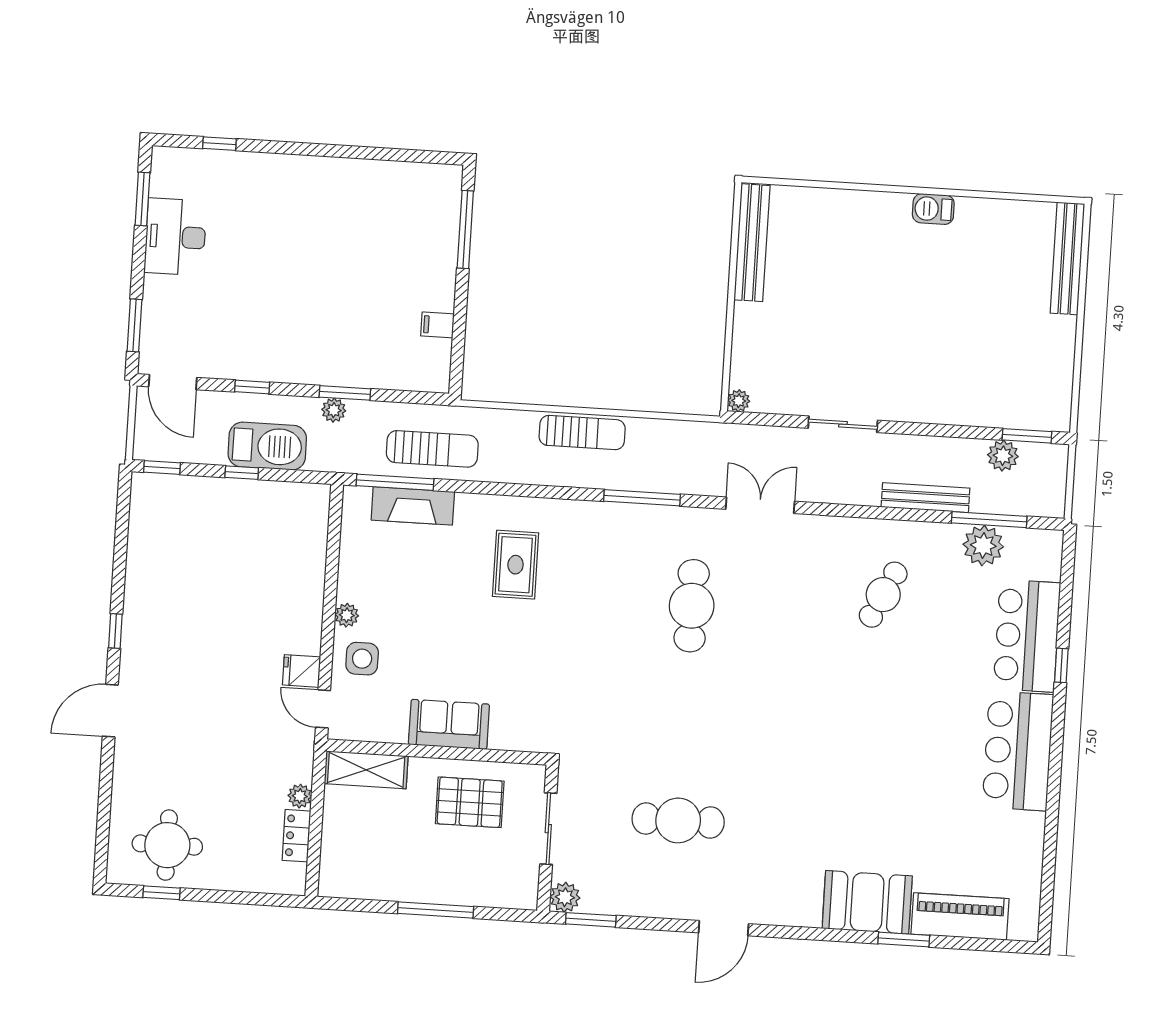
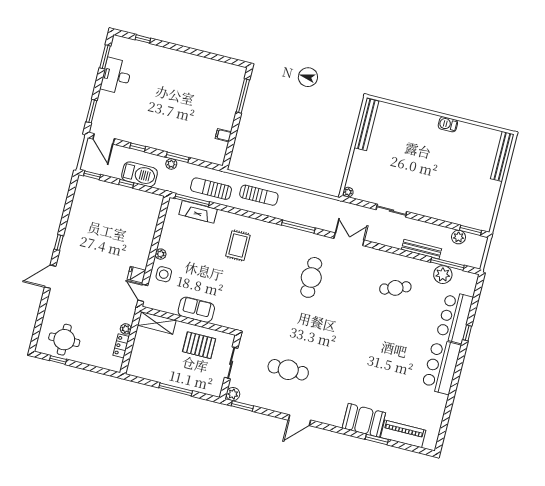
sun lounger: (582, 433) -> (259, 195), moved
sun lounger: (432, 449) -> (211, 189), turned 180
cafe table: (883, 595) -> (395, 288), turned 44

